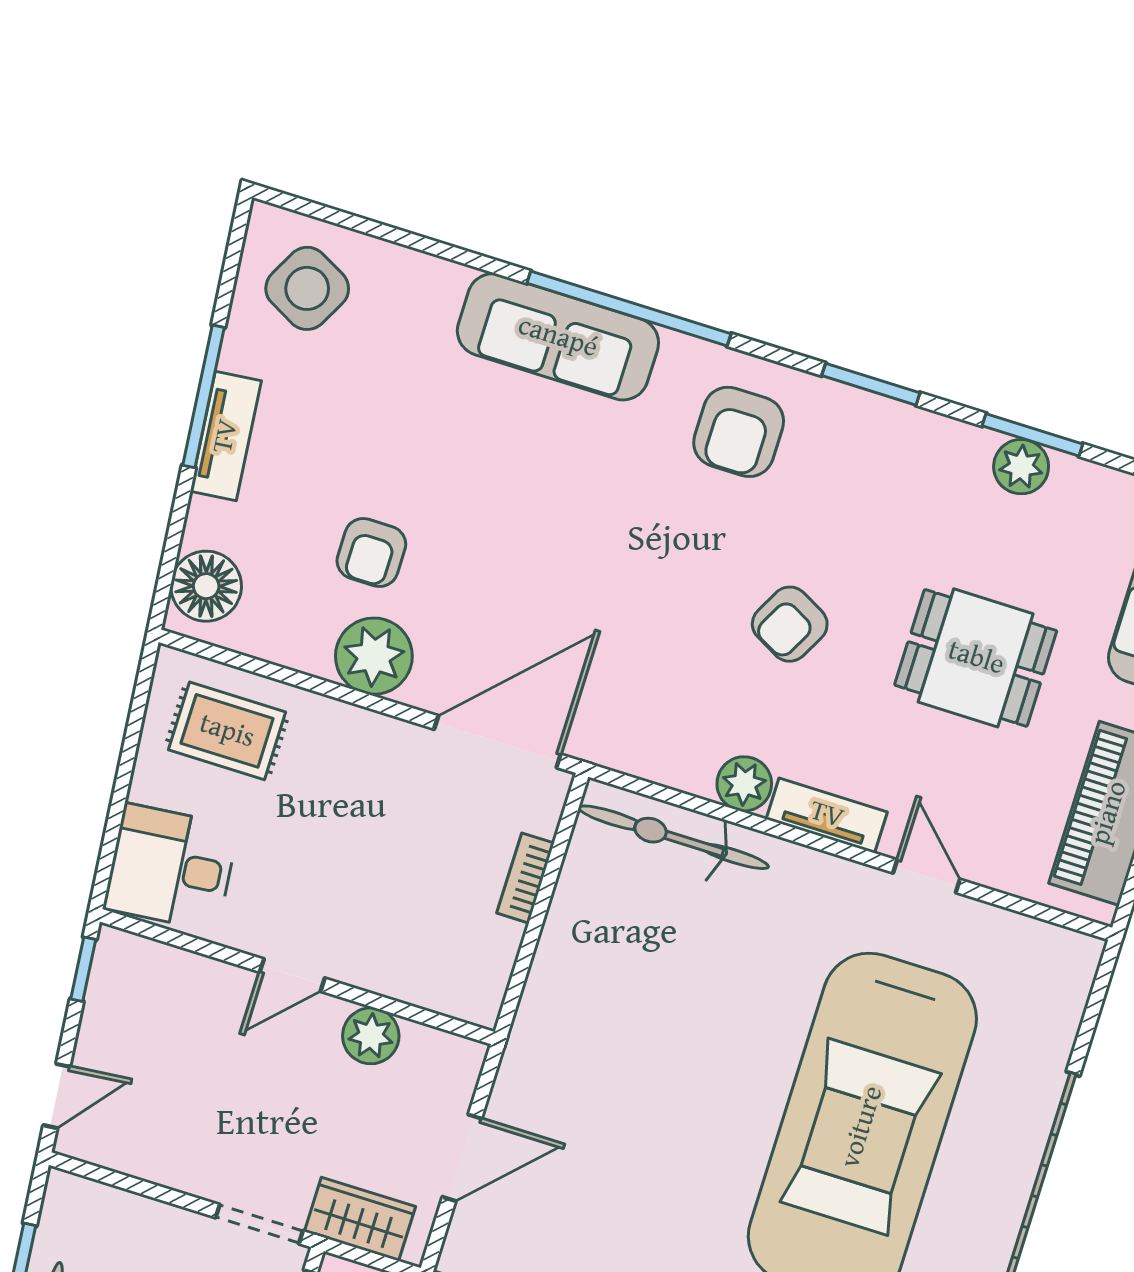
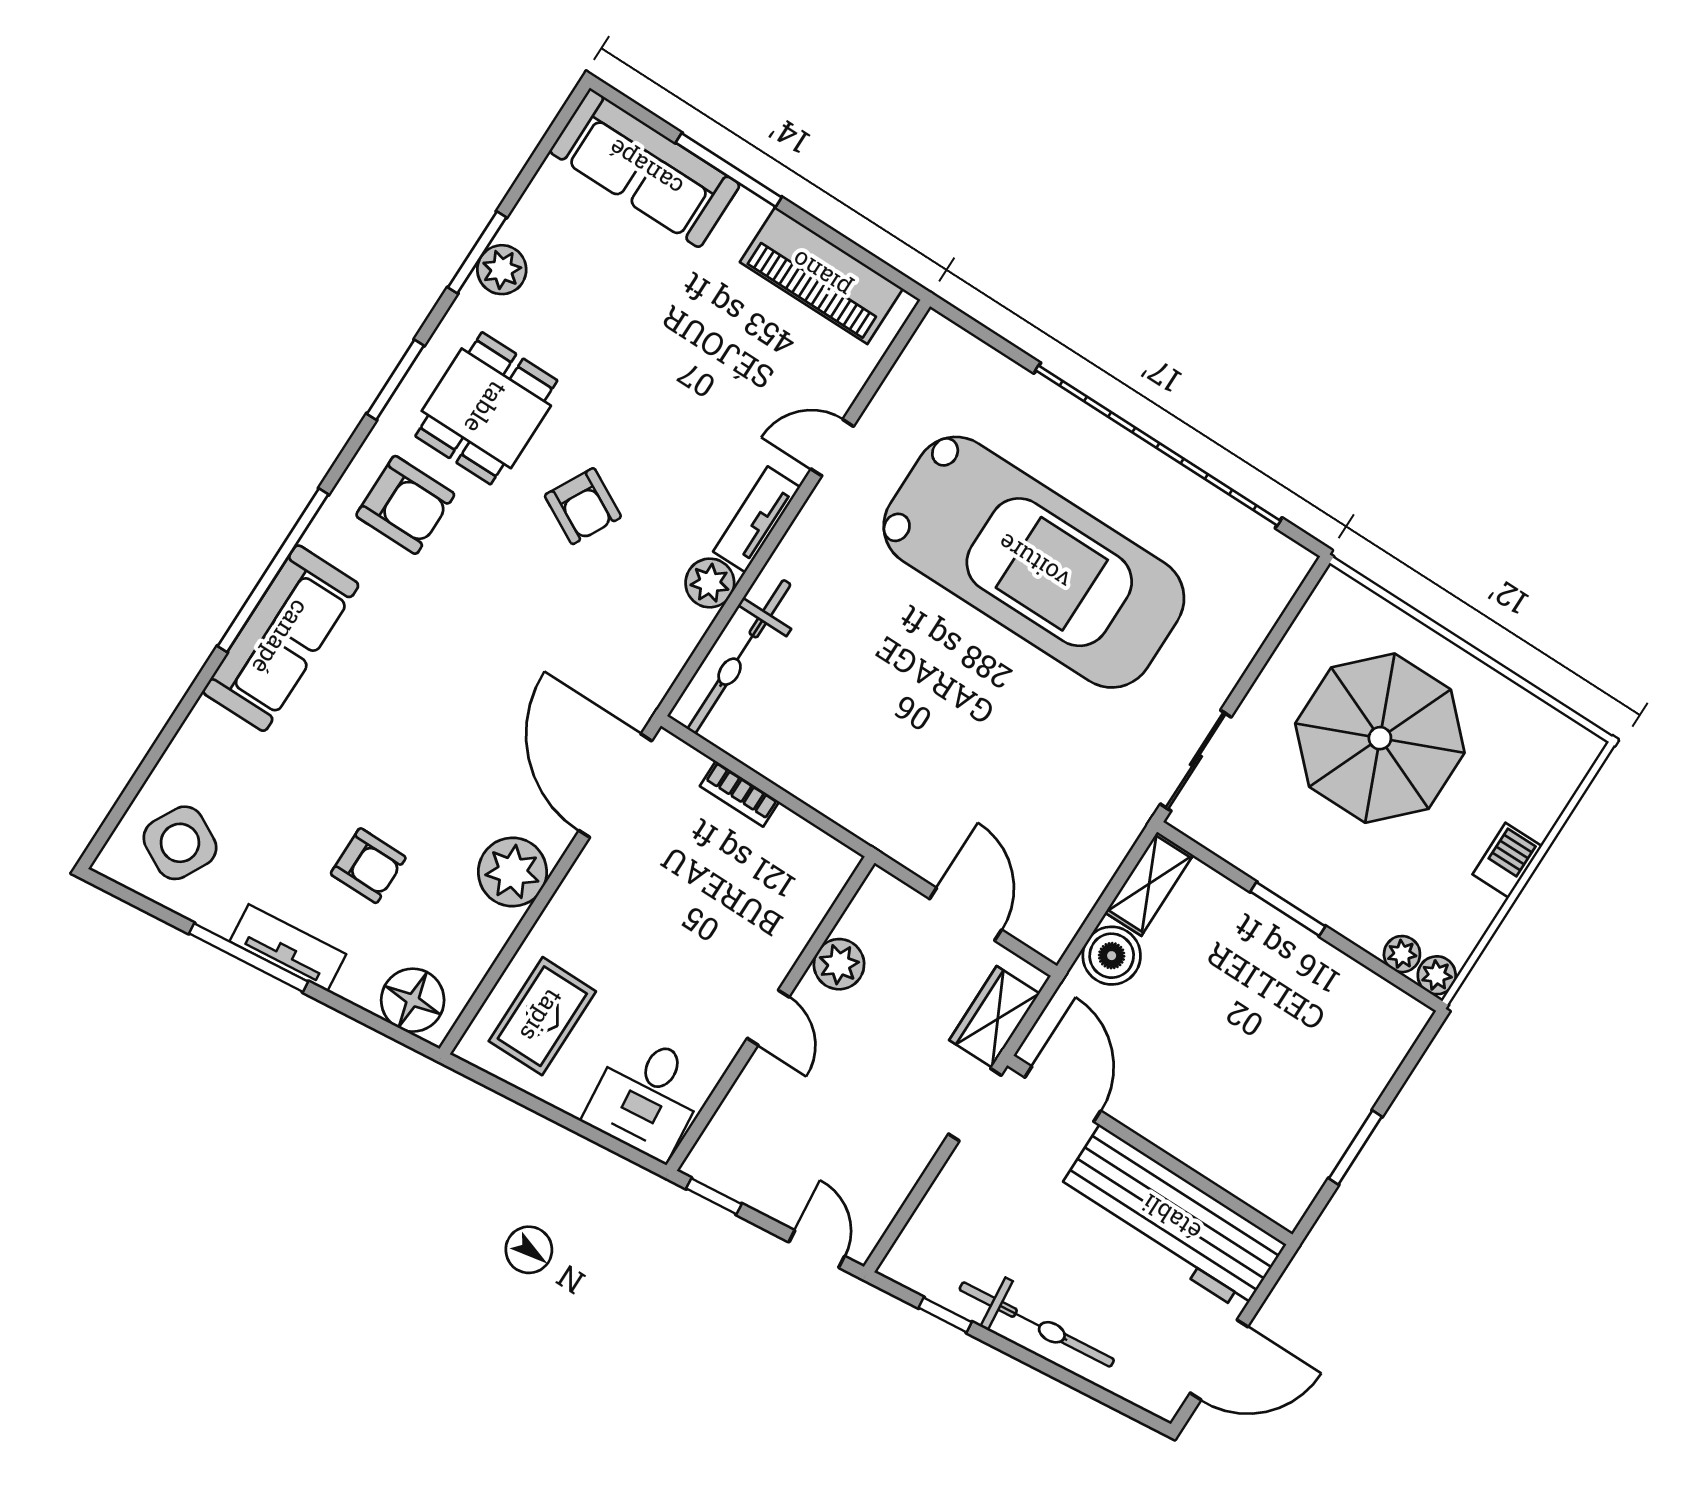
armchair: (371, 552) -> (368, 866), moved
dining table: (976, 658) -> (486, 408), moved

